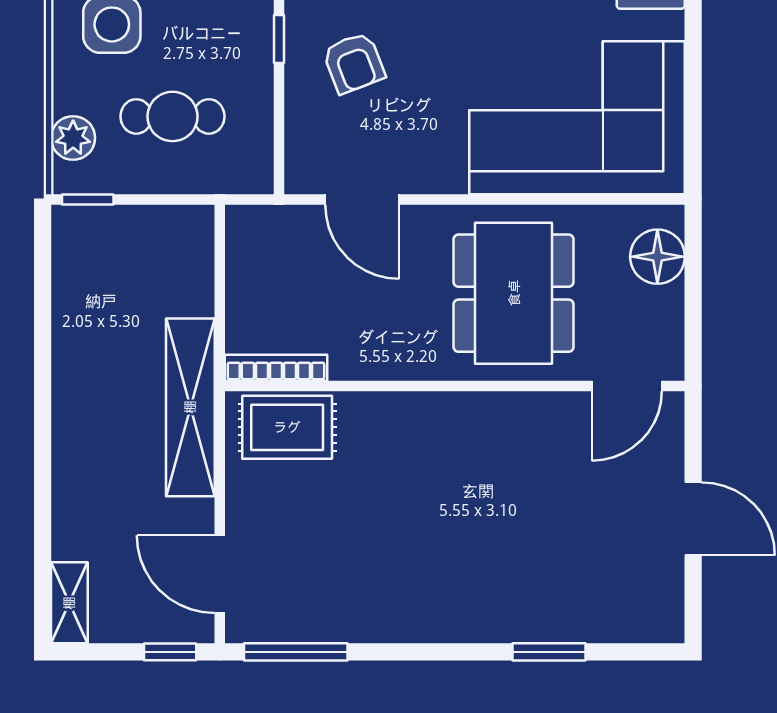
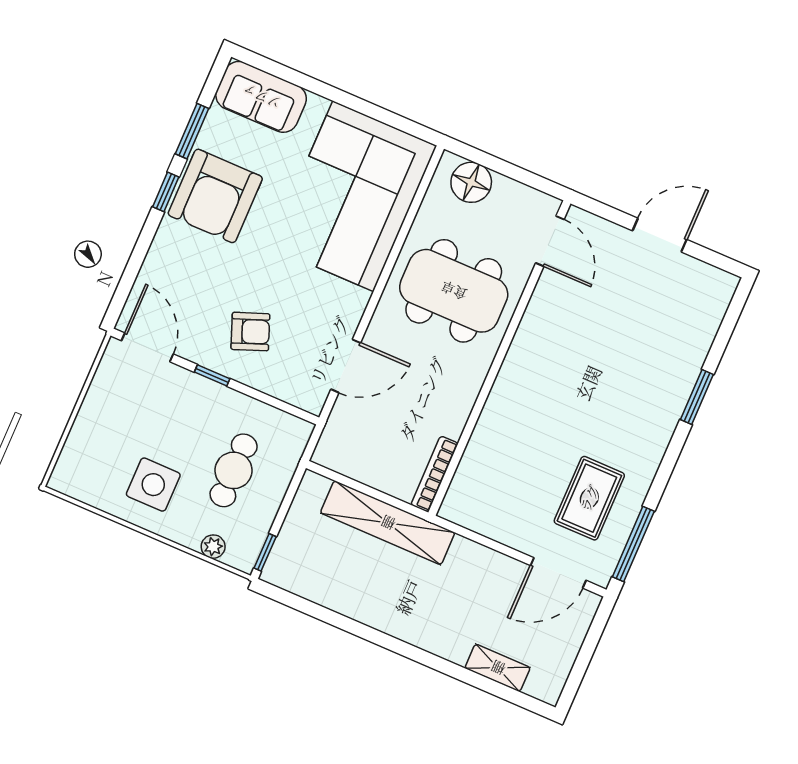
plant: (73, 138) -> (213, 547), width x0.73, depth x0.73
shelving: (190, 407) -> (388, 523), moved
rug: (287, 427) -> (589, 498), moved
shelving: (69, 603) -> (498, 668), moved
window: (170, 652) -> (596, 629), removed
window: (549, 652) -> (697, 397), moved

